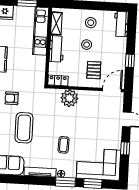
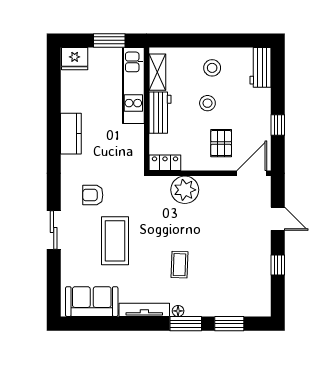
corner sofa: (99, 164) -> (237, 292), removed

